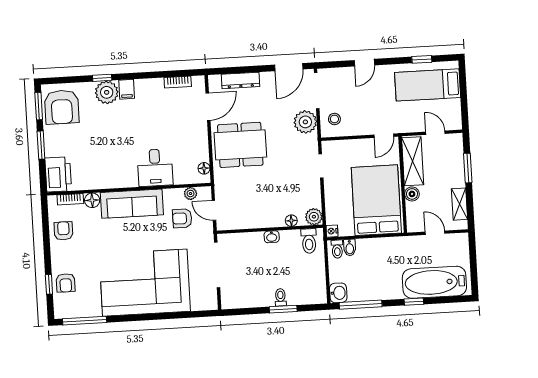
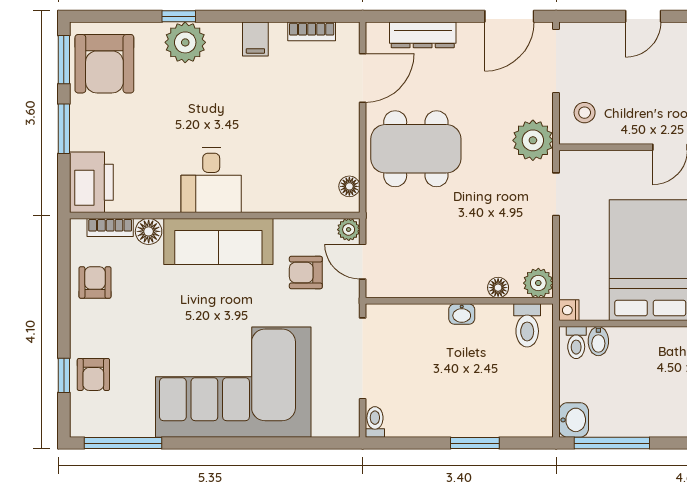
filing cabinet: (127, 89) -> (255, 39), moved
plant: (305, 122) -> (533, 140), moved
desk: (155, 168) -> (211, 180), moved
plant: (190, 194) -> (349, 230), moved
toilet: (280, 297) -> (375, 422), moved

